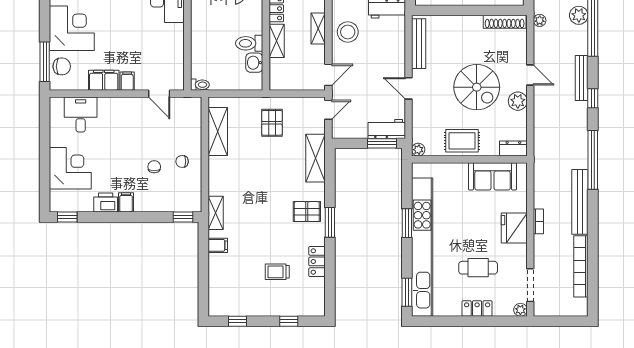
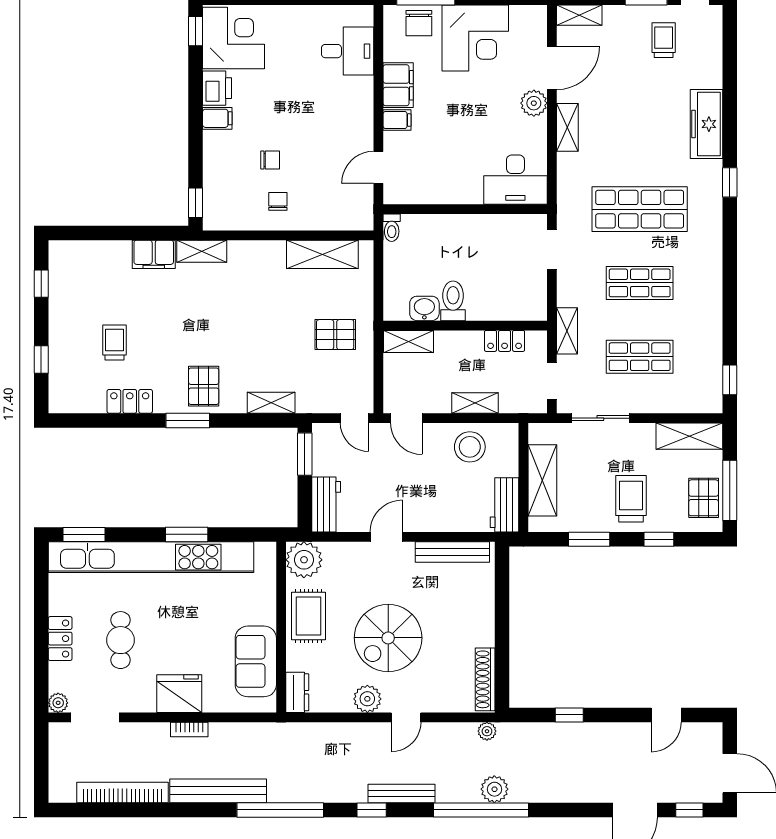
shelving: (277, 41) -> (408, 341), moved
window: (382, 143) -> (305, 454), moved
plant: (418, 150) -> (304, 560), width x1.88, depth x1.88
shelving: (316, 158) -> (271, 403), width x0.67, depth x0.75
corner desk: (70, 168) -> (234, 38), moved, turned -90
filing cabinet: (218, 245) -> (154, 254), width x2.00

